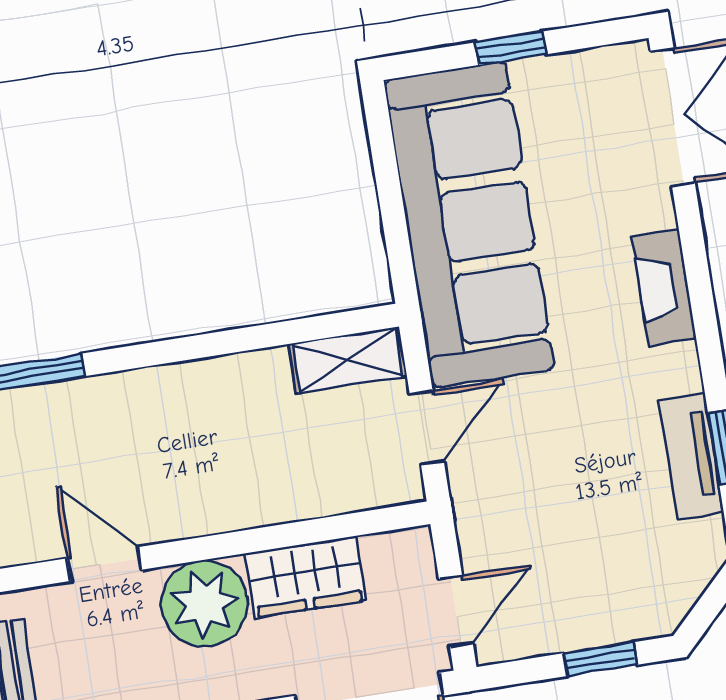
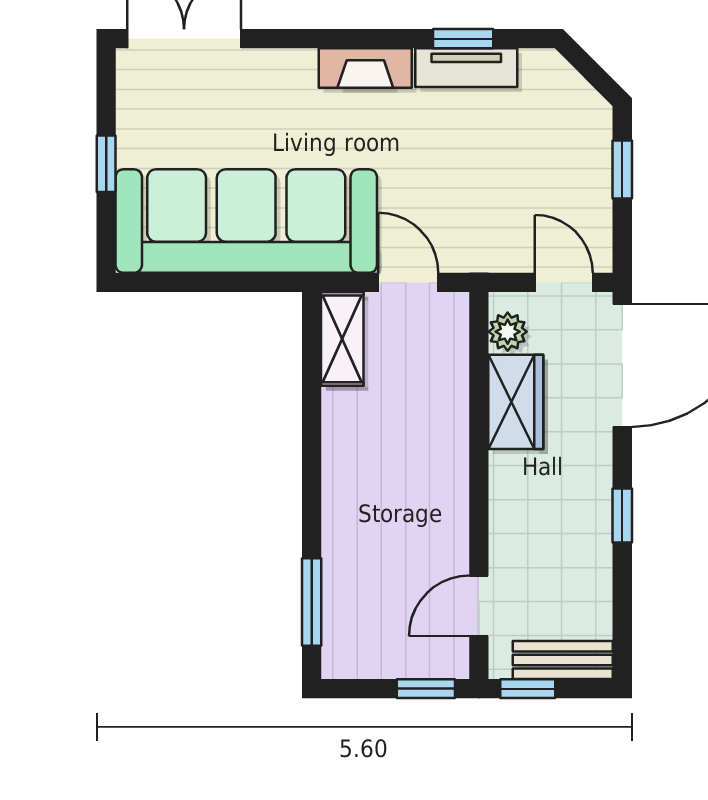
fireplace: (664, 287) -> (365, 68), moved
door: (104, 564) -> (479, 606), moved
plant: (204, 603) -> (508, 332), moved, width x0.53, depth x0.53

